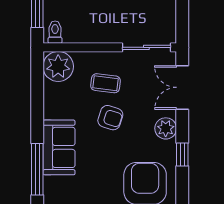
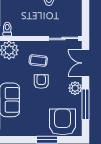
armchair: (110, 118) -> (41, 82), turned -108
window: (182, 154) -> (85, 104), width x2.17

